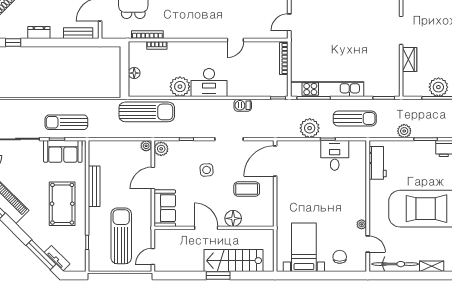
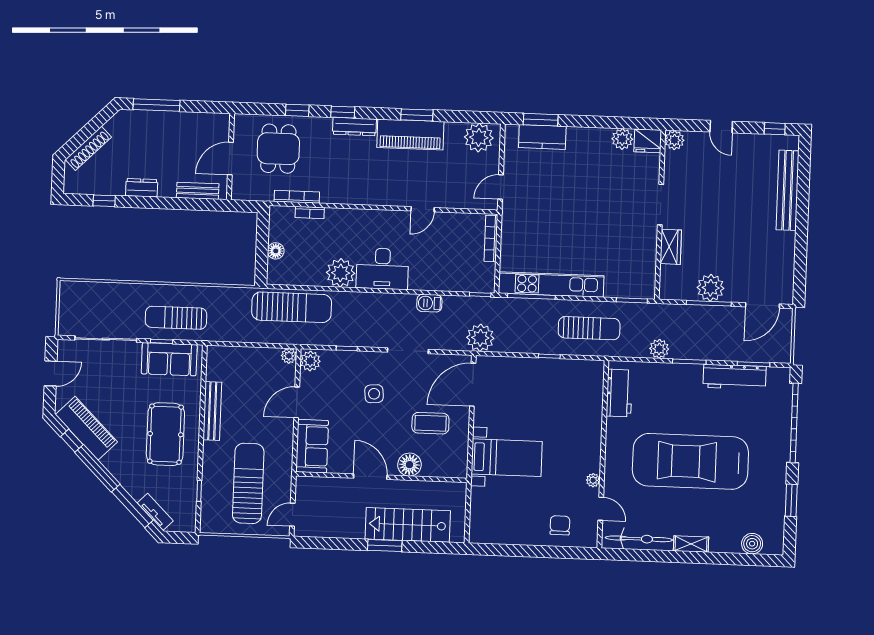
plant: (310, 128) -> (480, 338), moved
desk: (335, 155) -> (558, 380), removed
bed with nightstands: (304, 247) -> (507, 458), moved, turned 90

